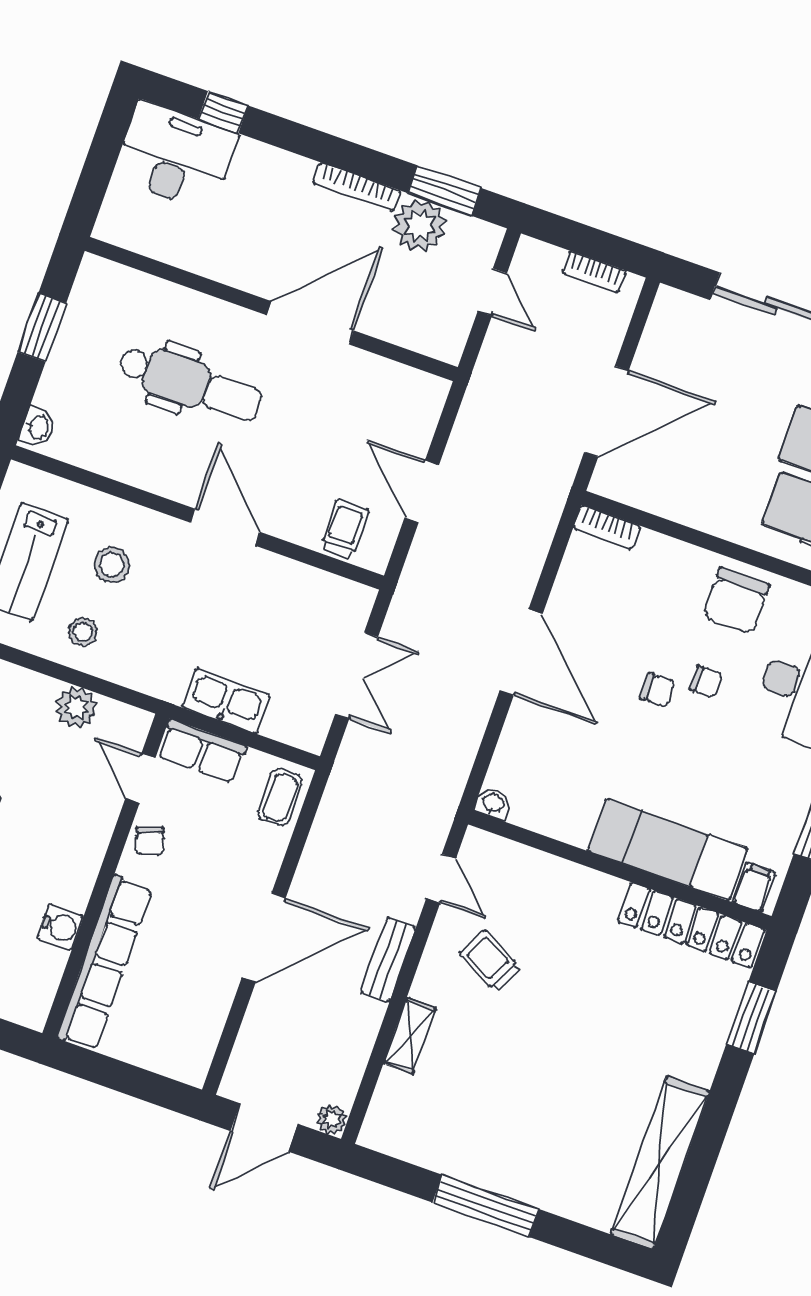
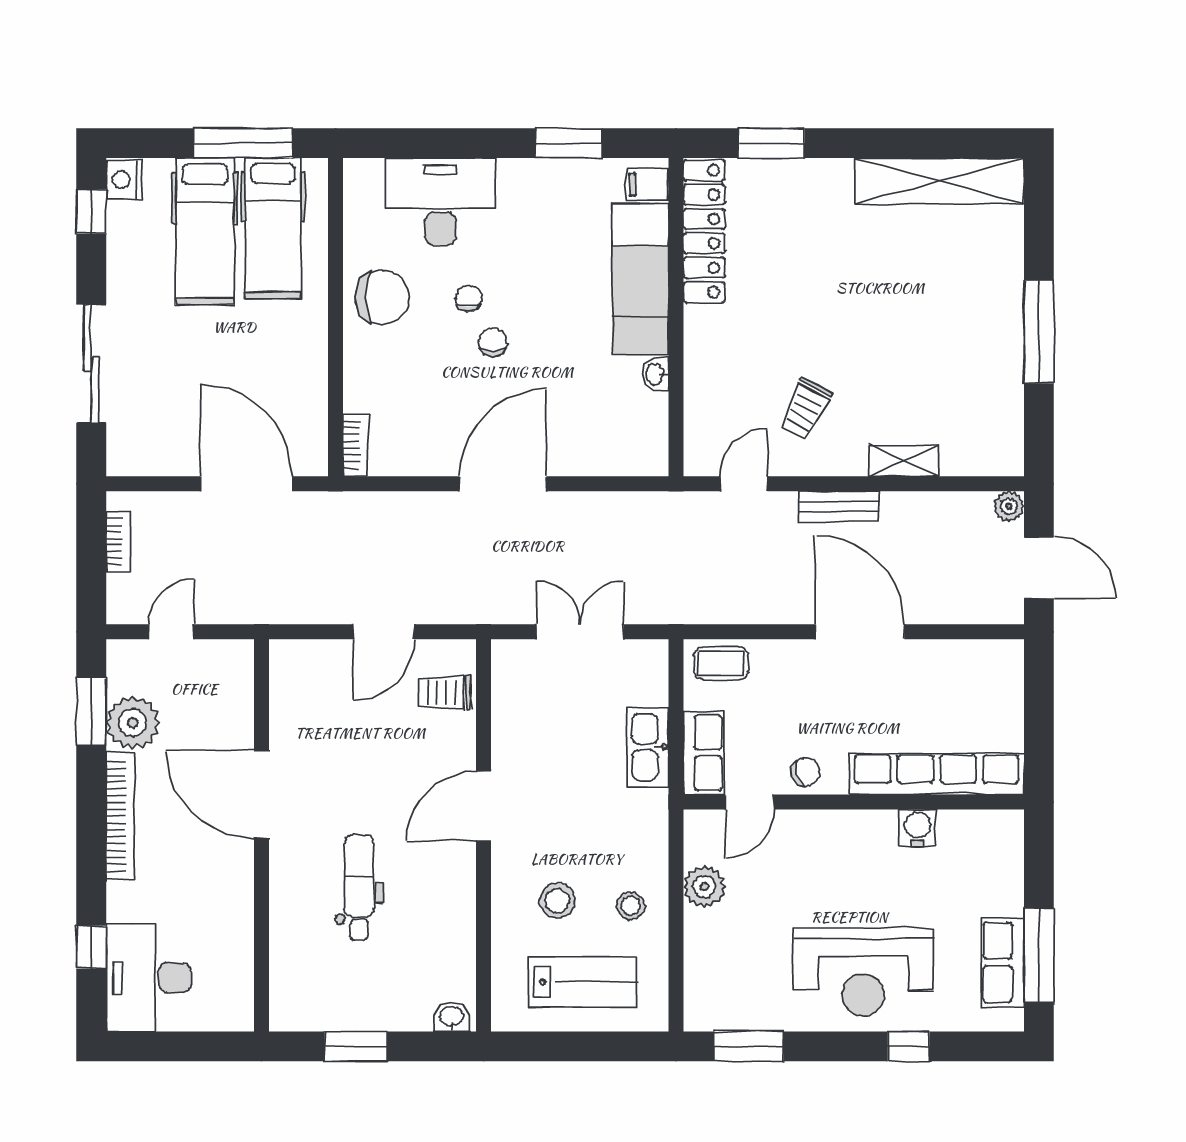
bookcase: (357, 187) -> (121, 816), width x1.48, depth x1.31
dental chair: (190, 383) -> (359, 887), width x0.73, depth x0.72
washbasin: (493, 803) -> (655, 374), moved

